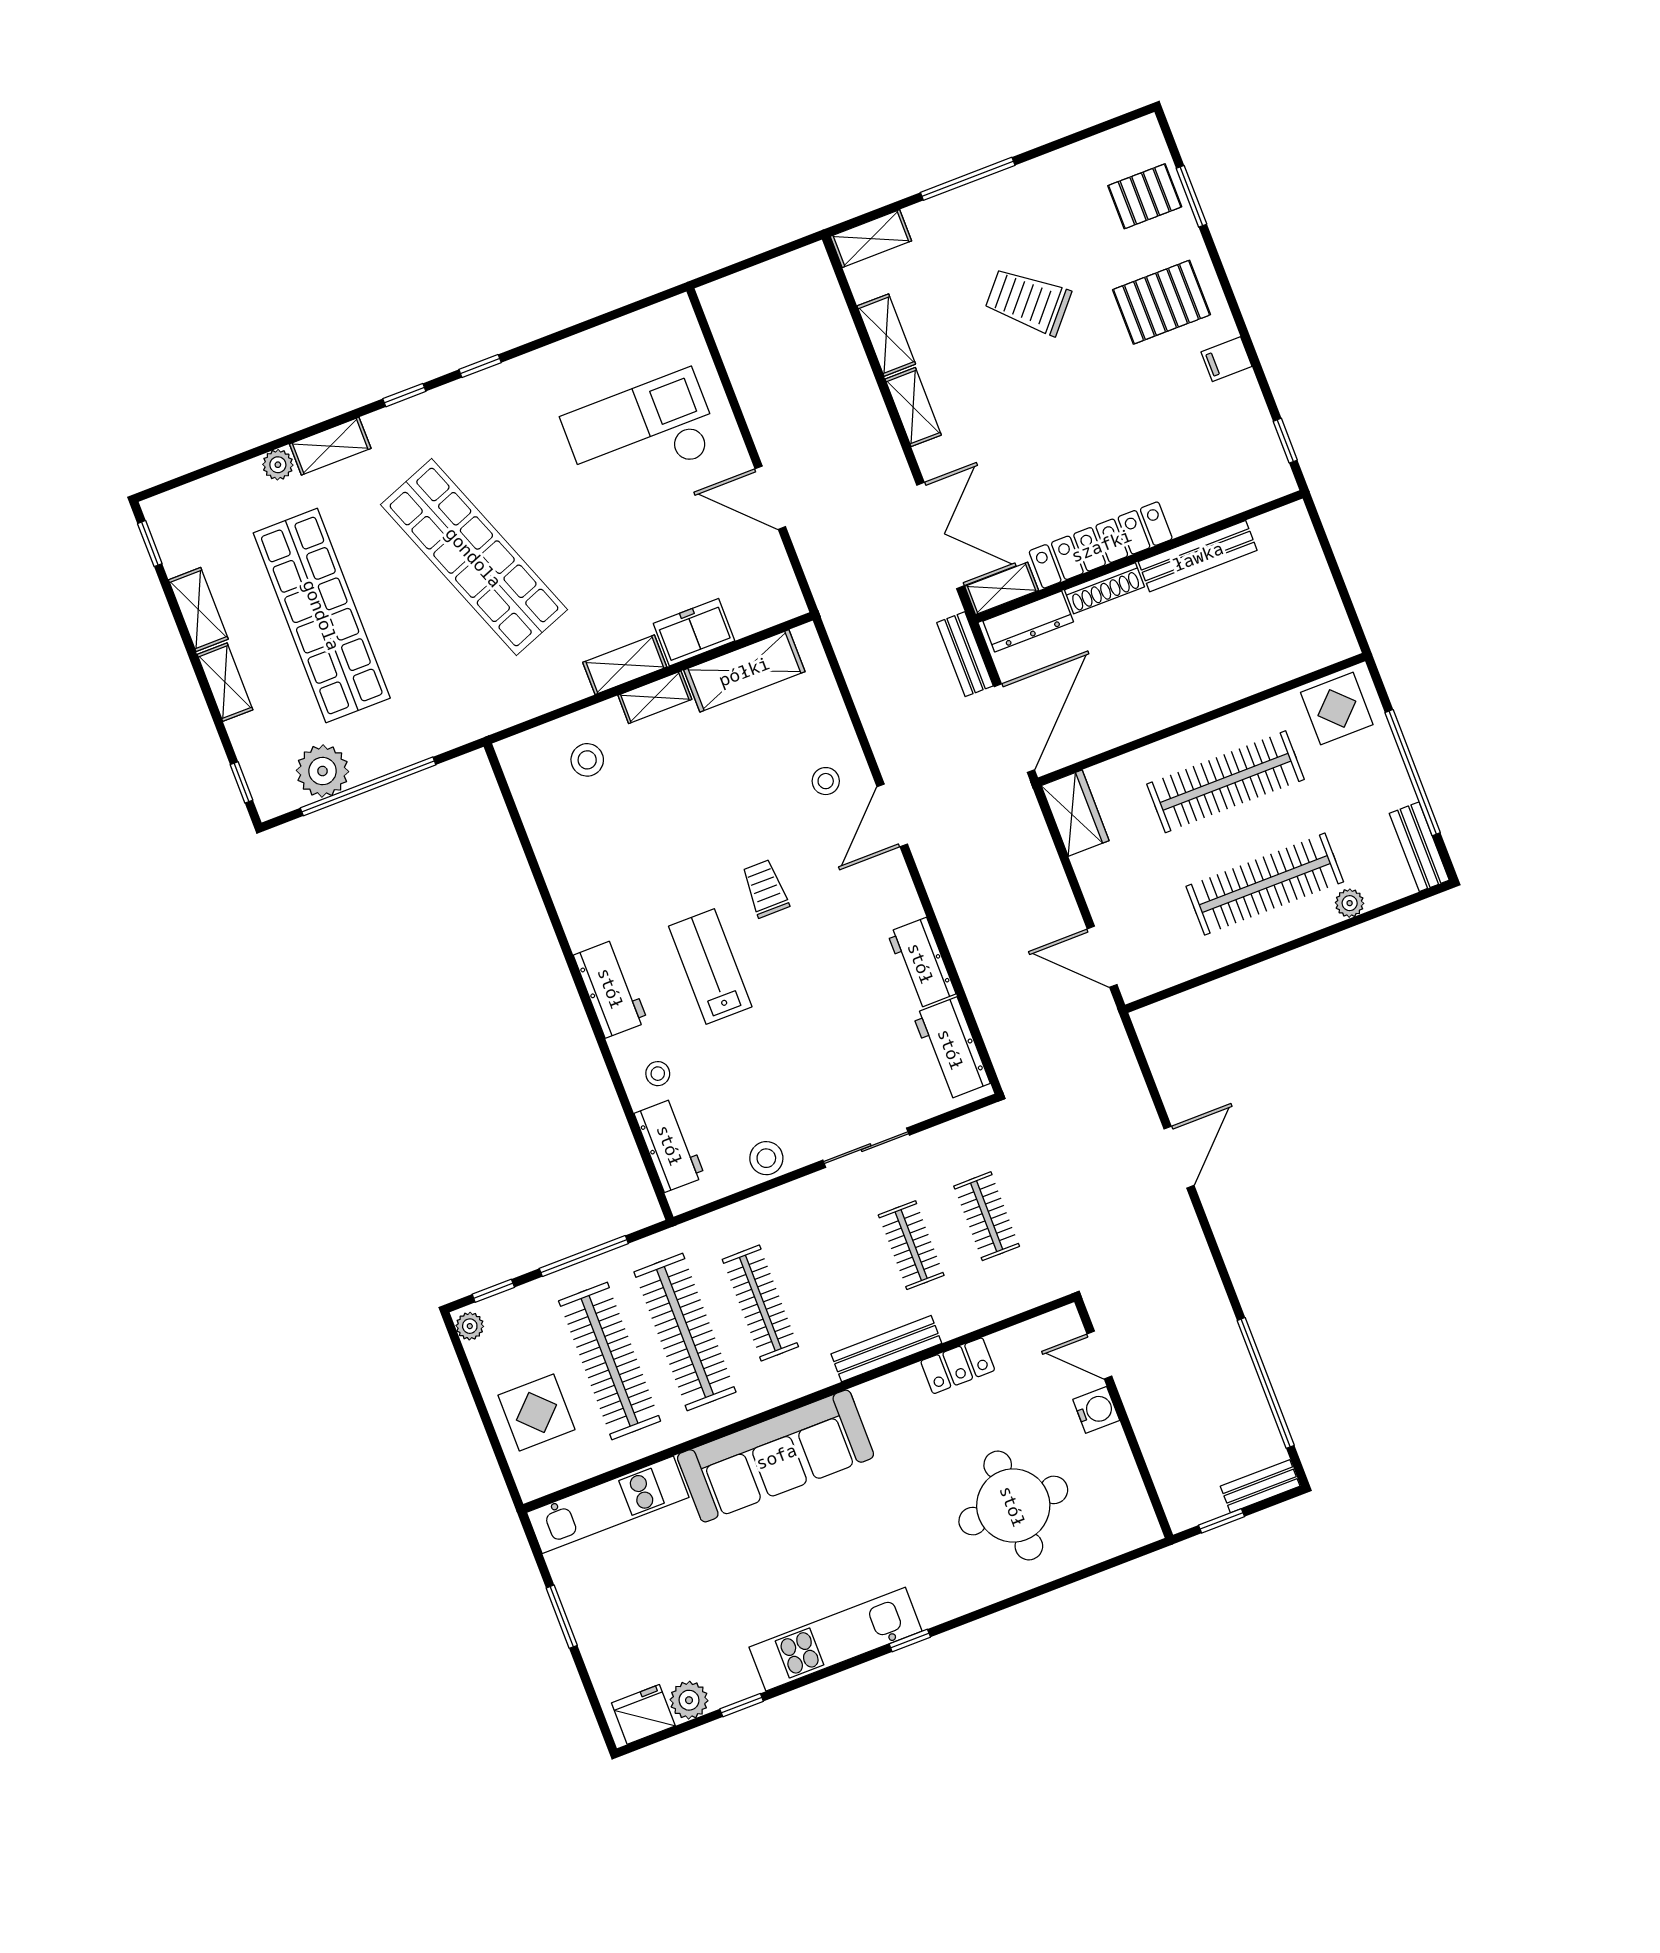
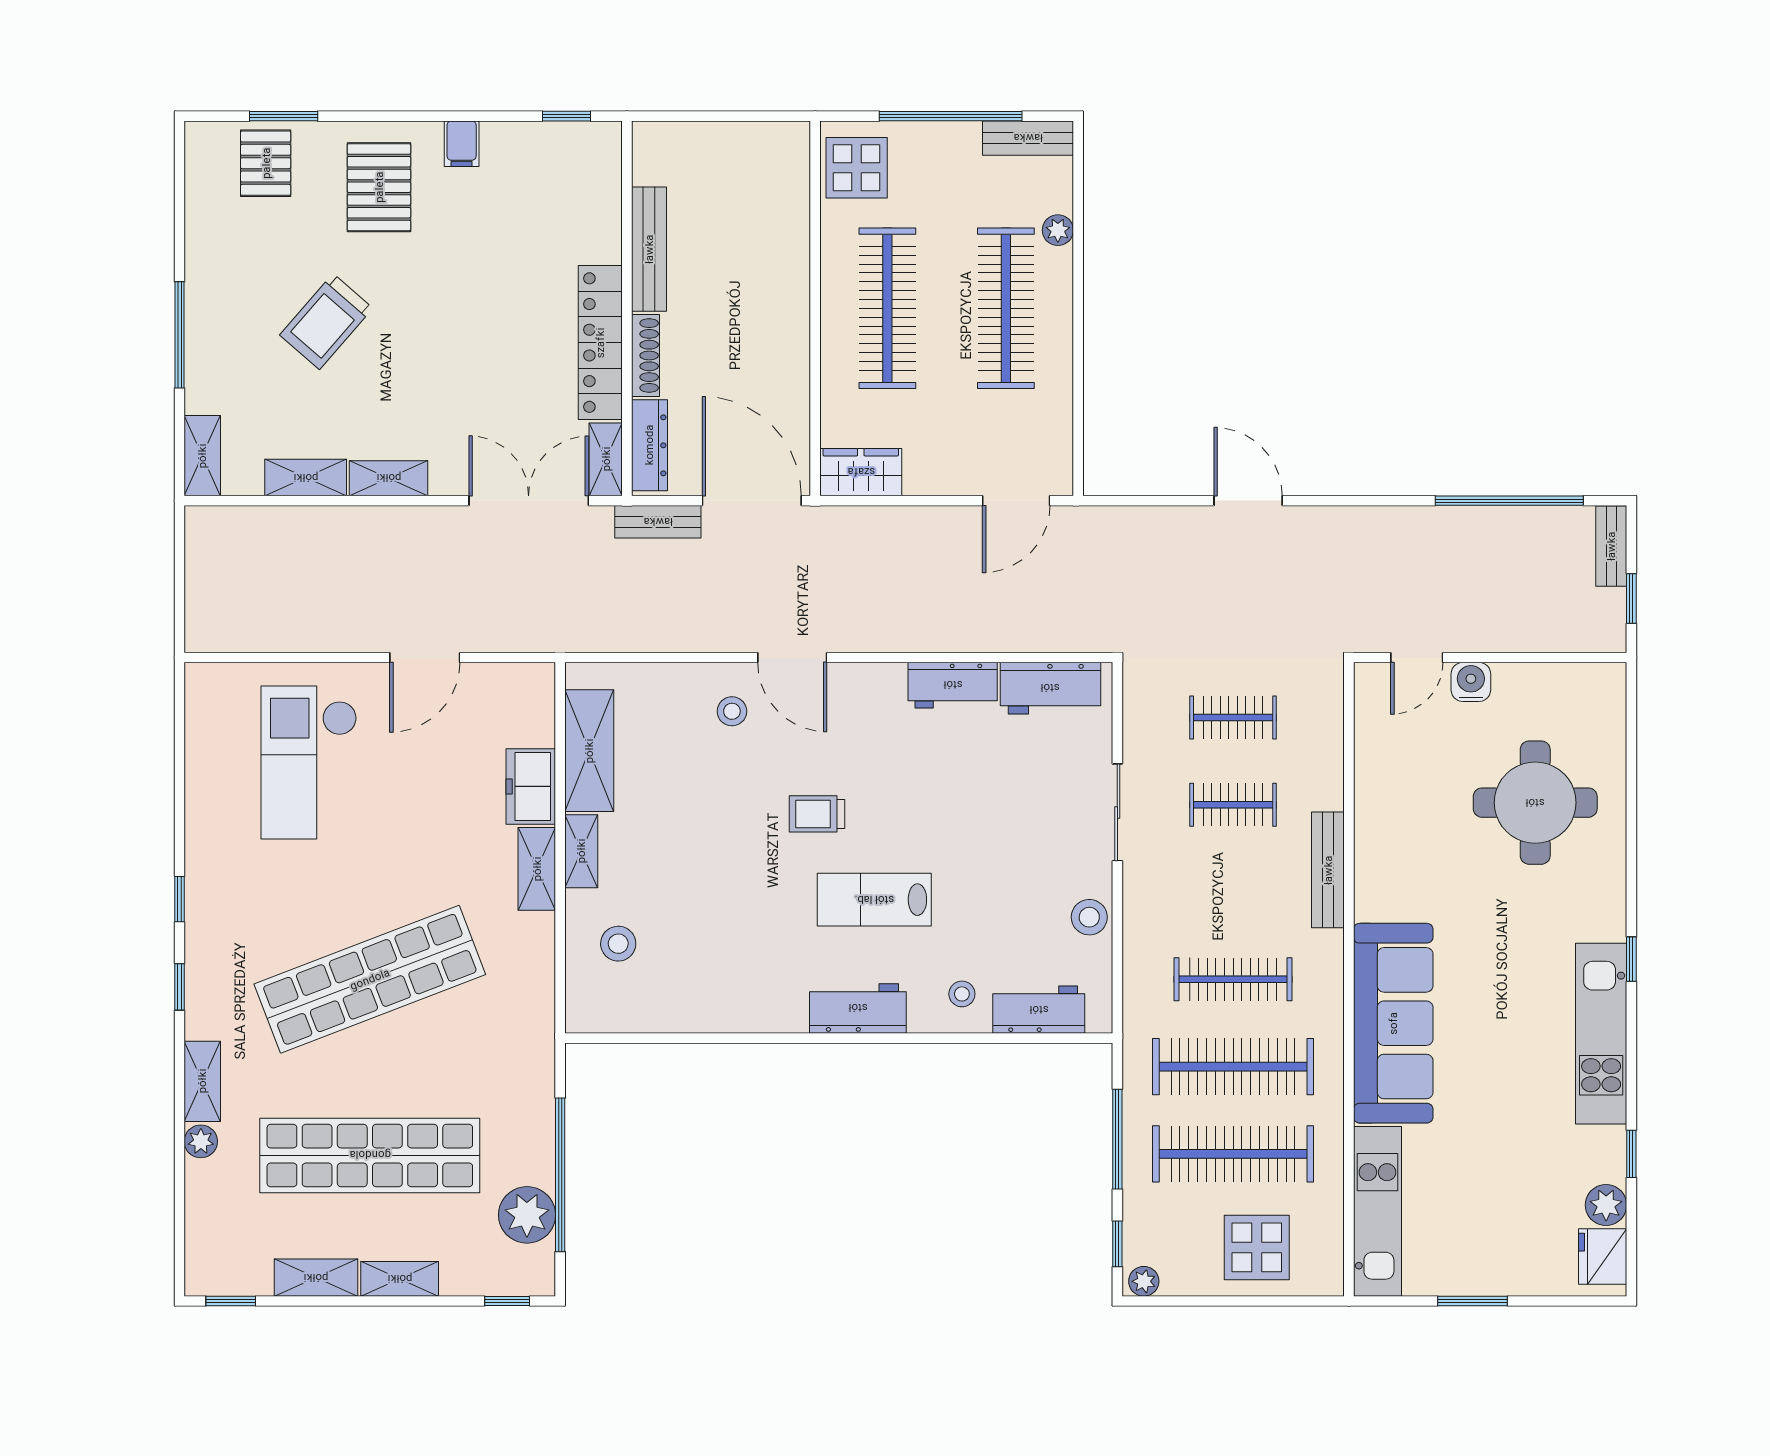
locker: (958, 1366) -> (1373, 804), removed

